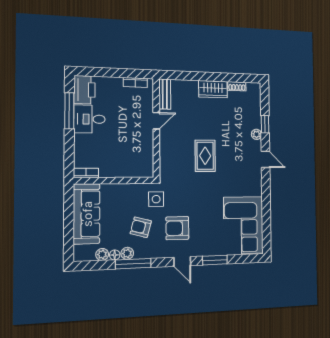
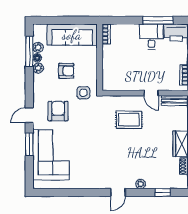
window: (265, 124) -> (163, 192), moved
rug: (205, 156) -> (129, 120), moved
corner sofa: (243, 225) -> (51, 155), moved, turned 90
armchair: (141, 227) -> (66, 71), moved, turned 75
window: (133, 264) -> (29, 51), moved

